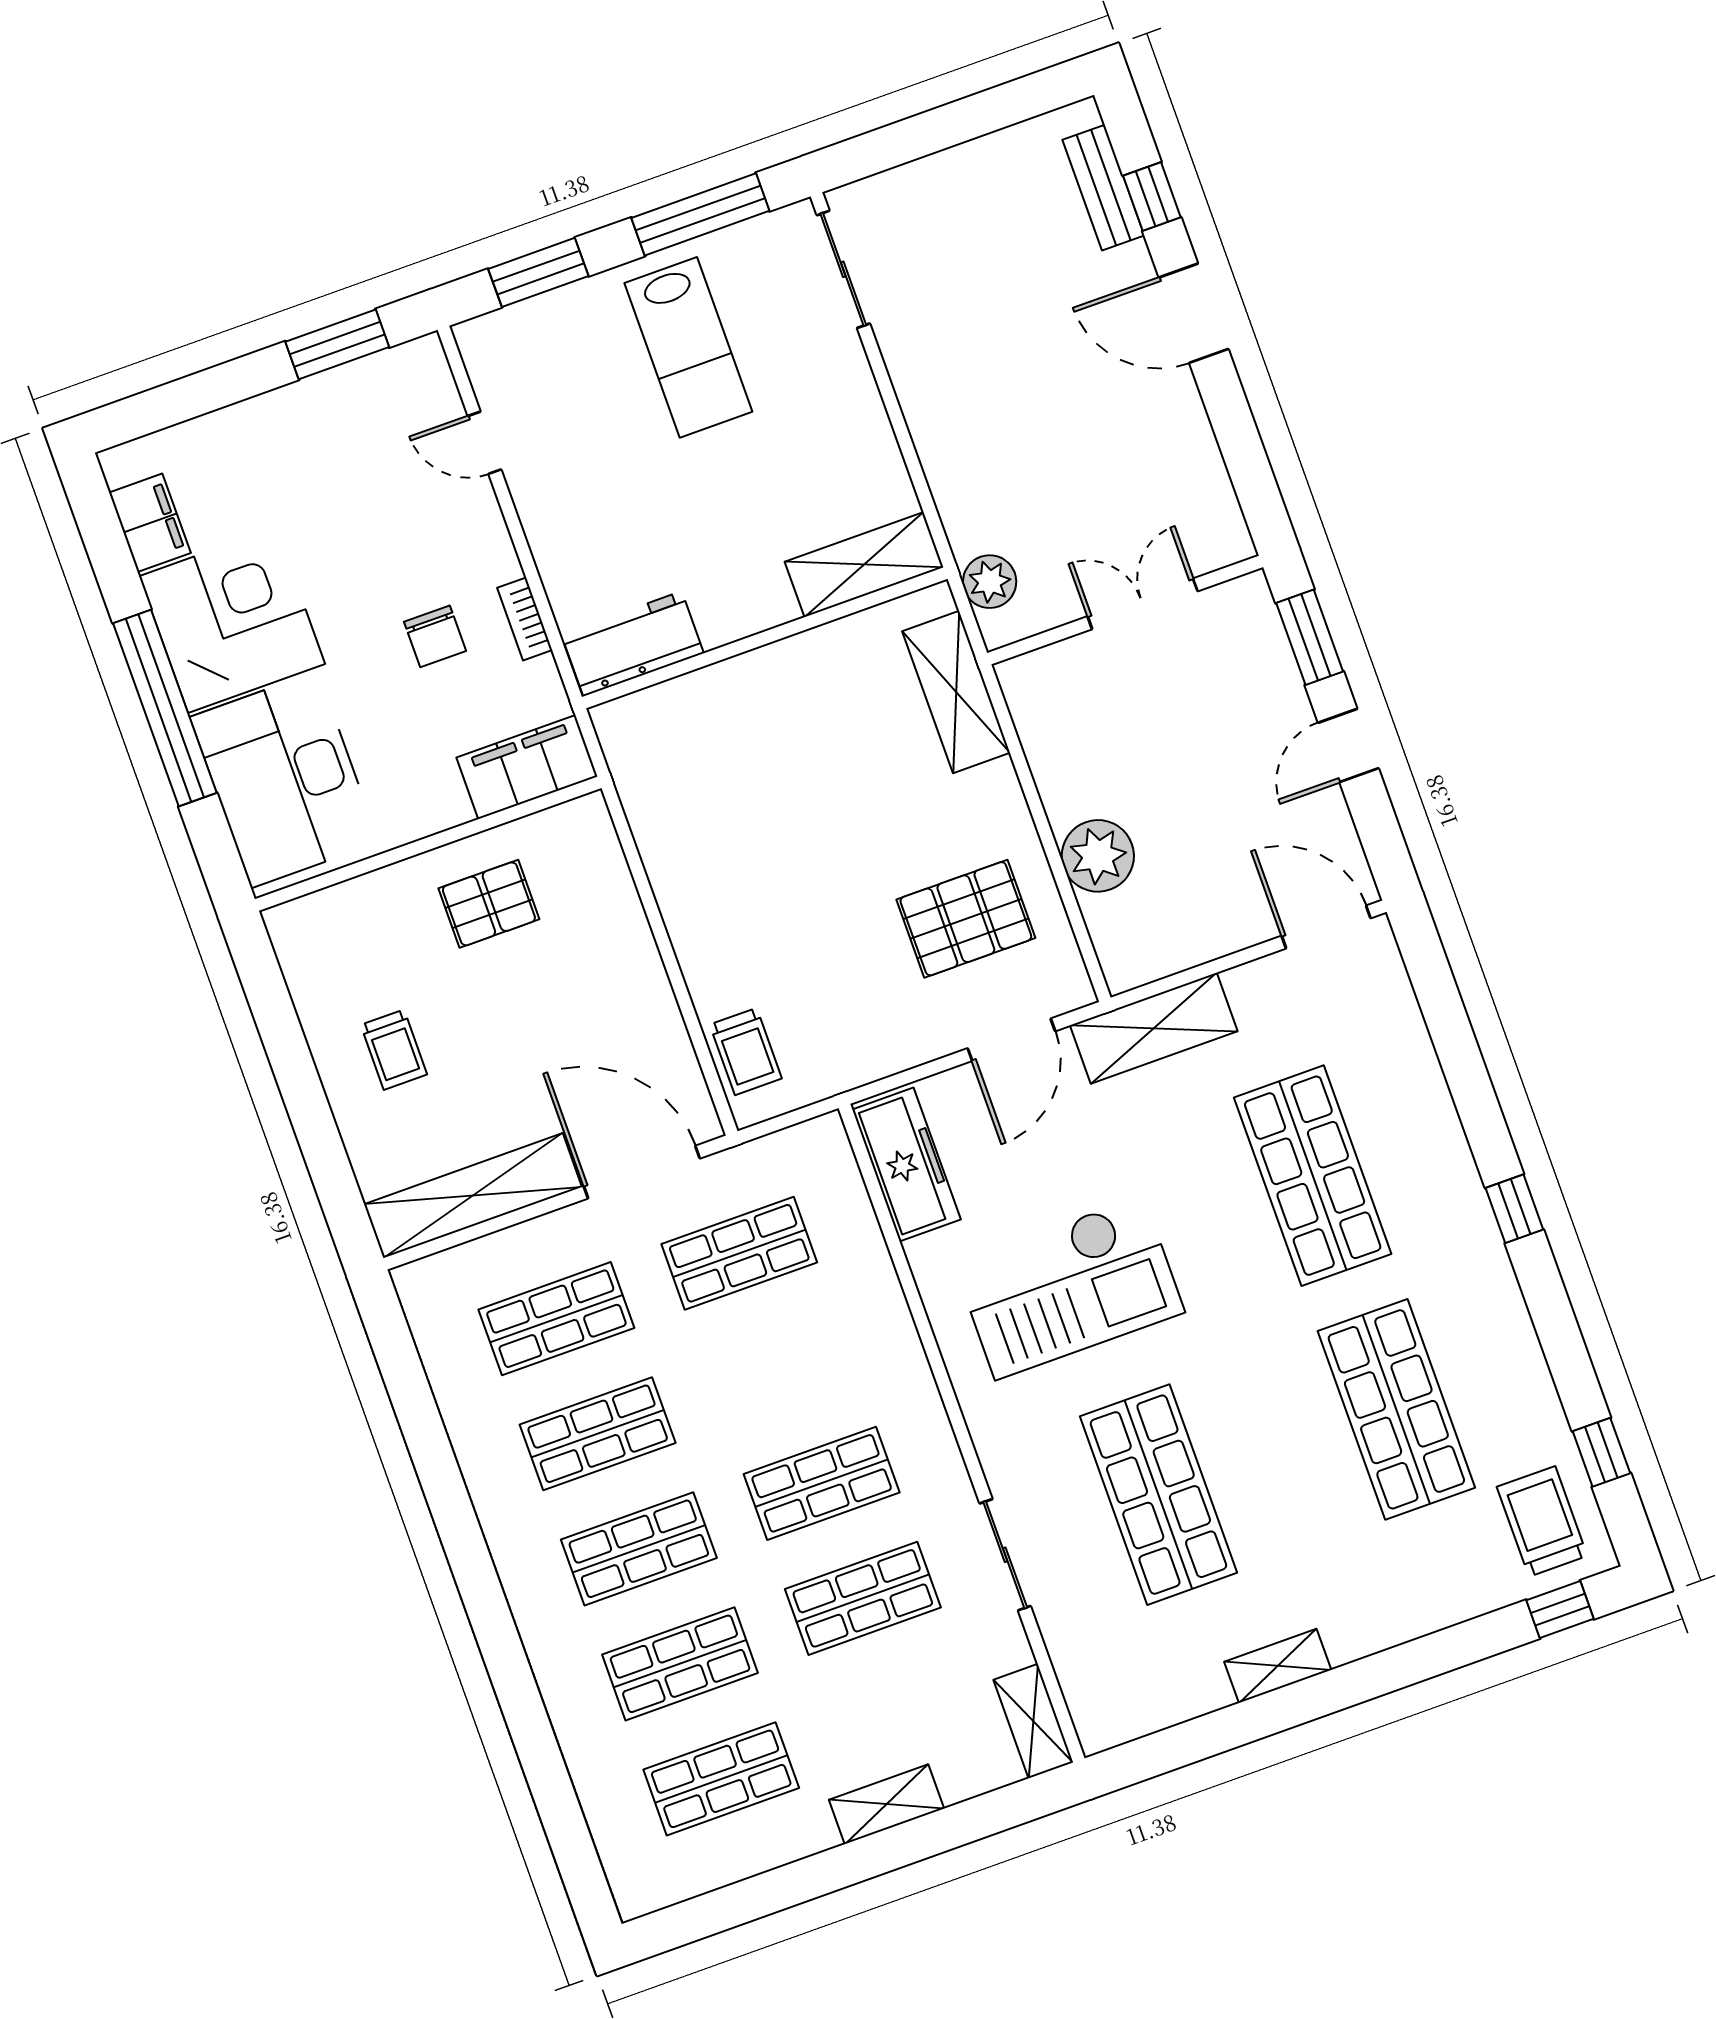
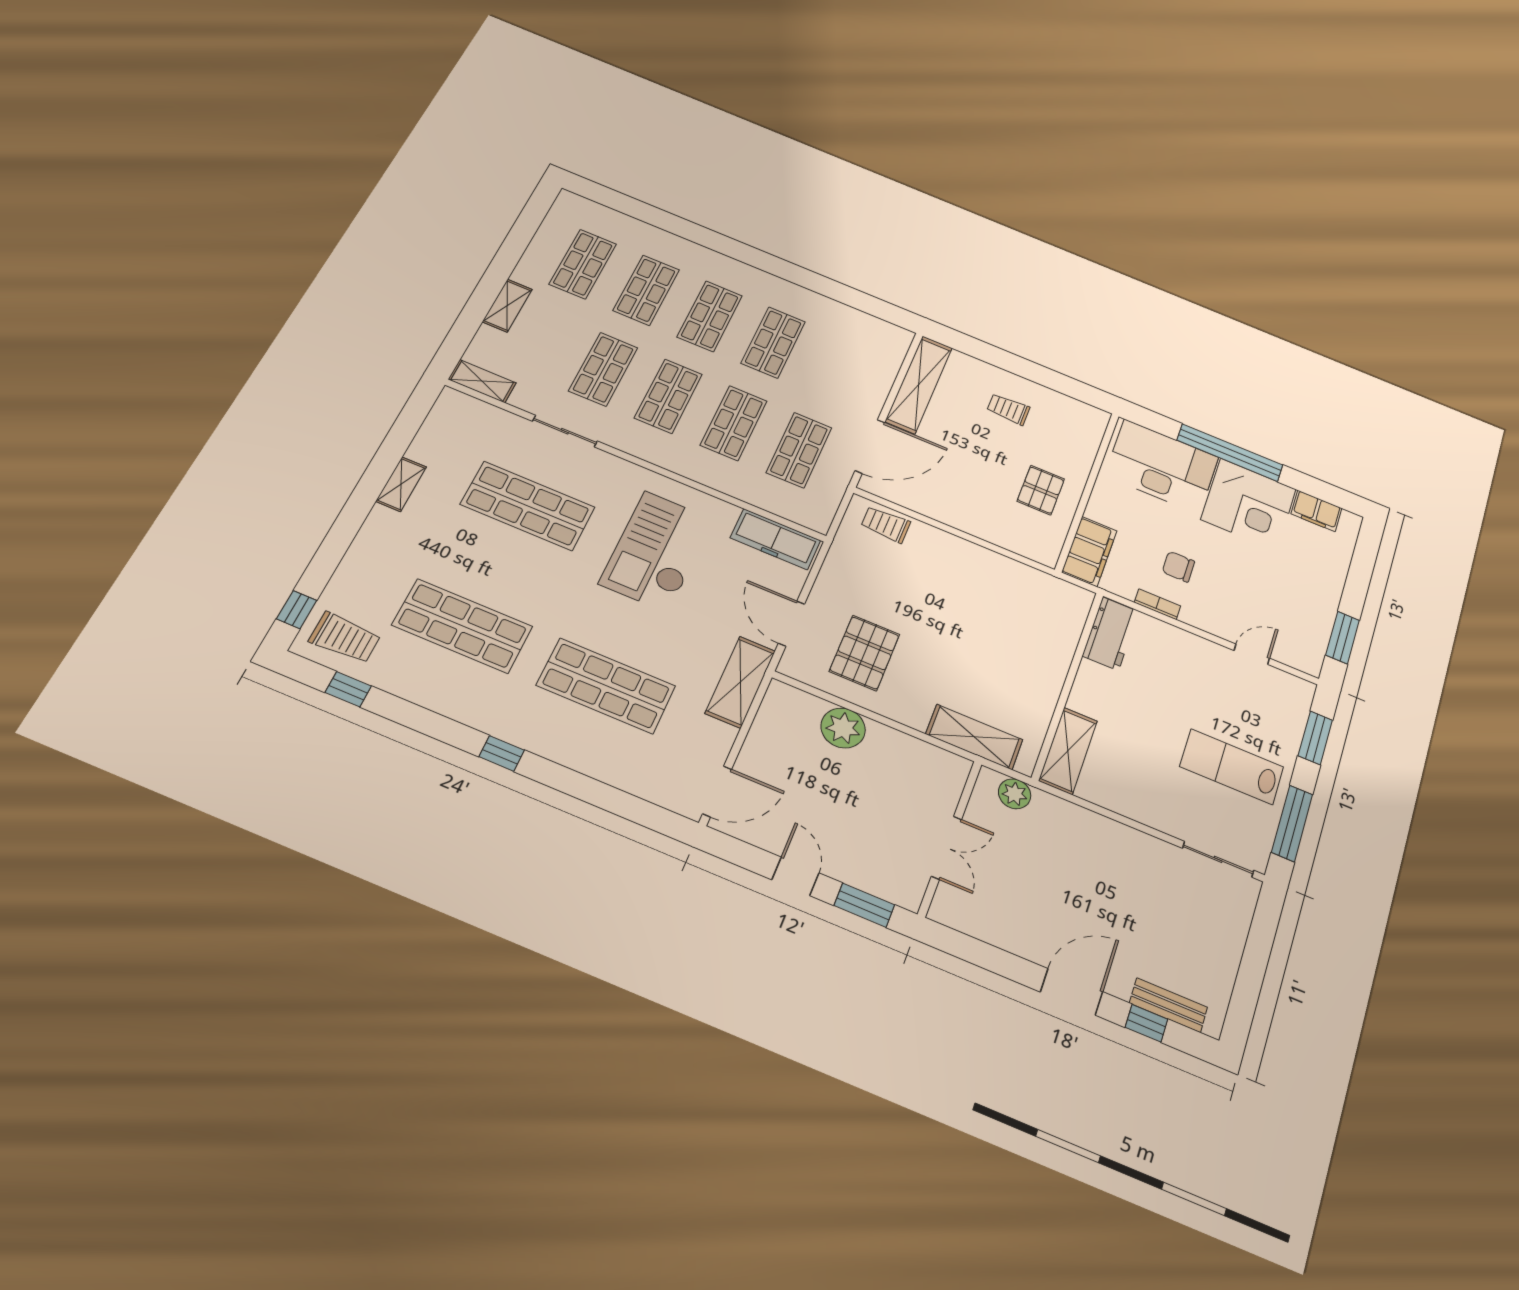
shop shelf: (556, 1319) -> (734, 423), moved

